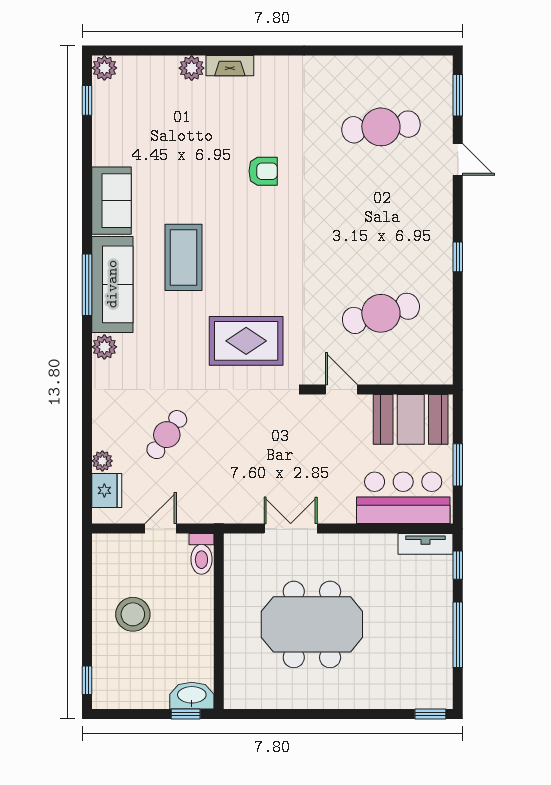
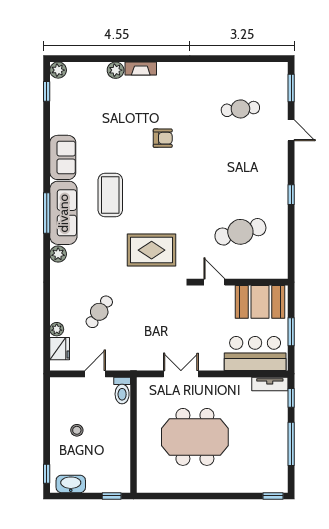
cafe table: (381, 127) -> (240, 109), width x0.73, depth x0.74
stool: (133, 614) -> (77, 430), width x0.53, depth x0.53
washbasin: (192, 696) -> (71, 484), moved

